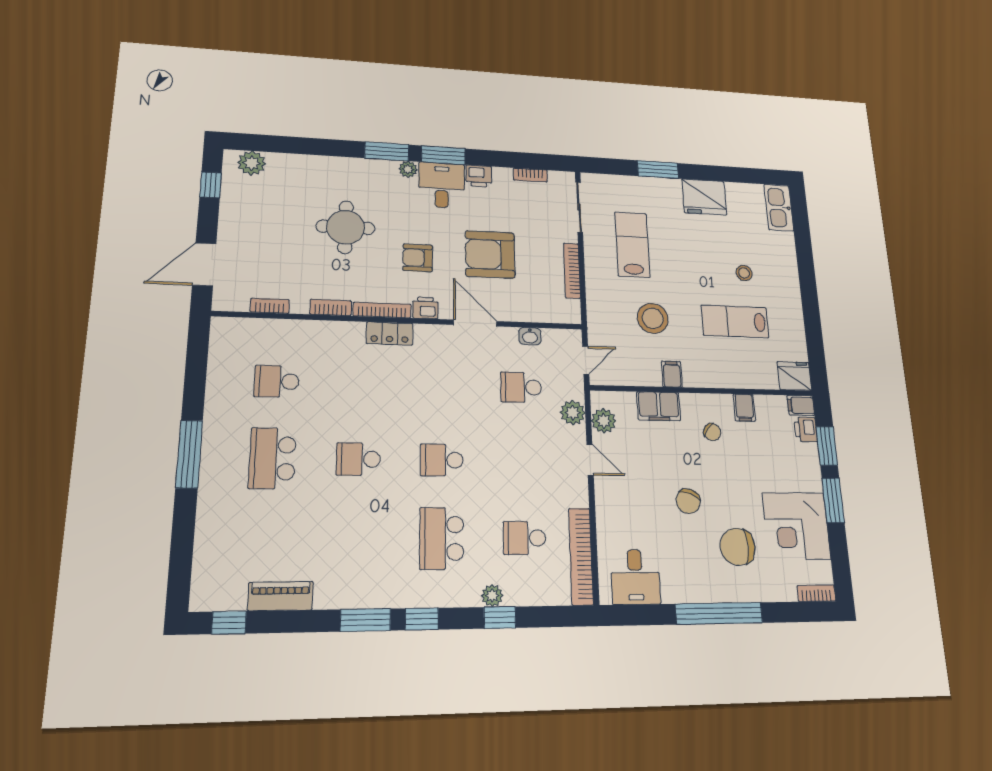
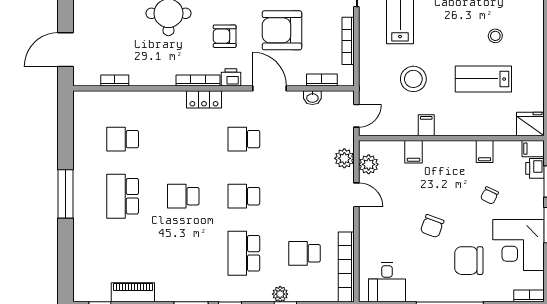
bookcase: (331, 307) -> (322, 80), moved
school desk: (521, 387) -> (244, 139), moved
filing cabinet: (659, 406) -> (413, 152), width x0.50
chair: (712, 432) -> (490, 196), moved, turned 79

